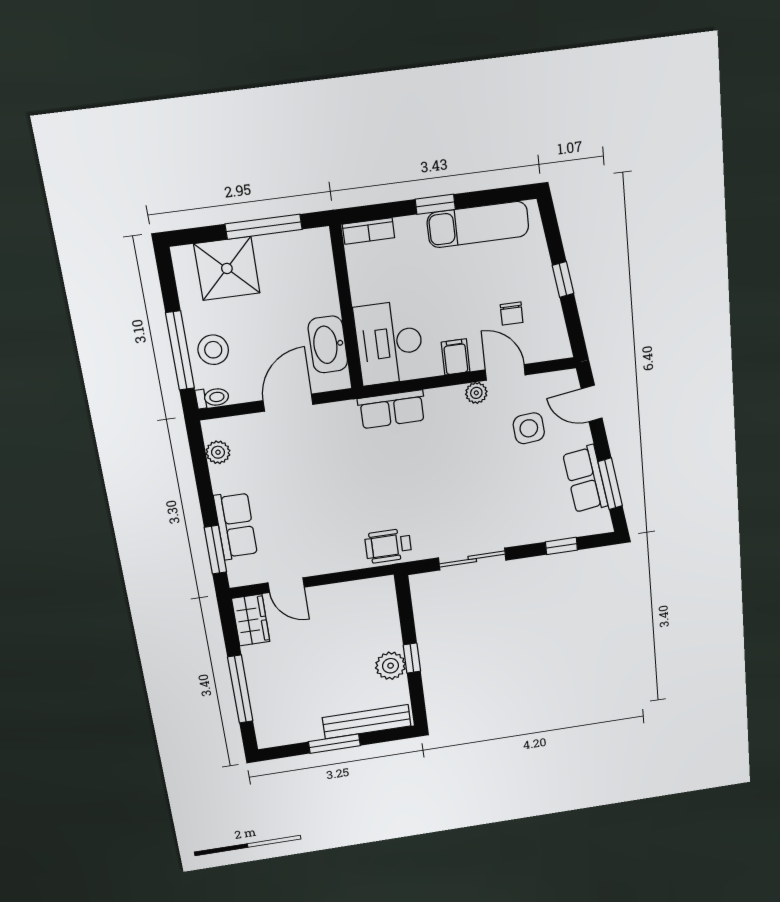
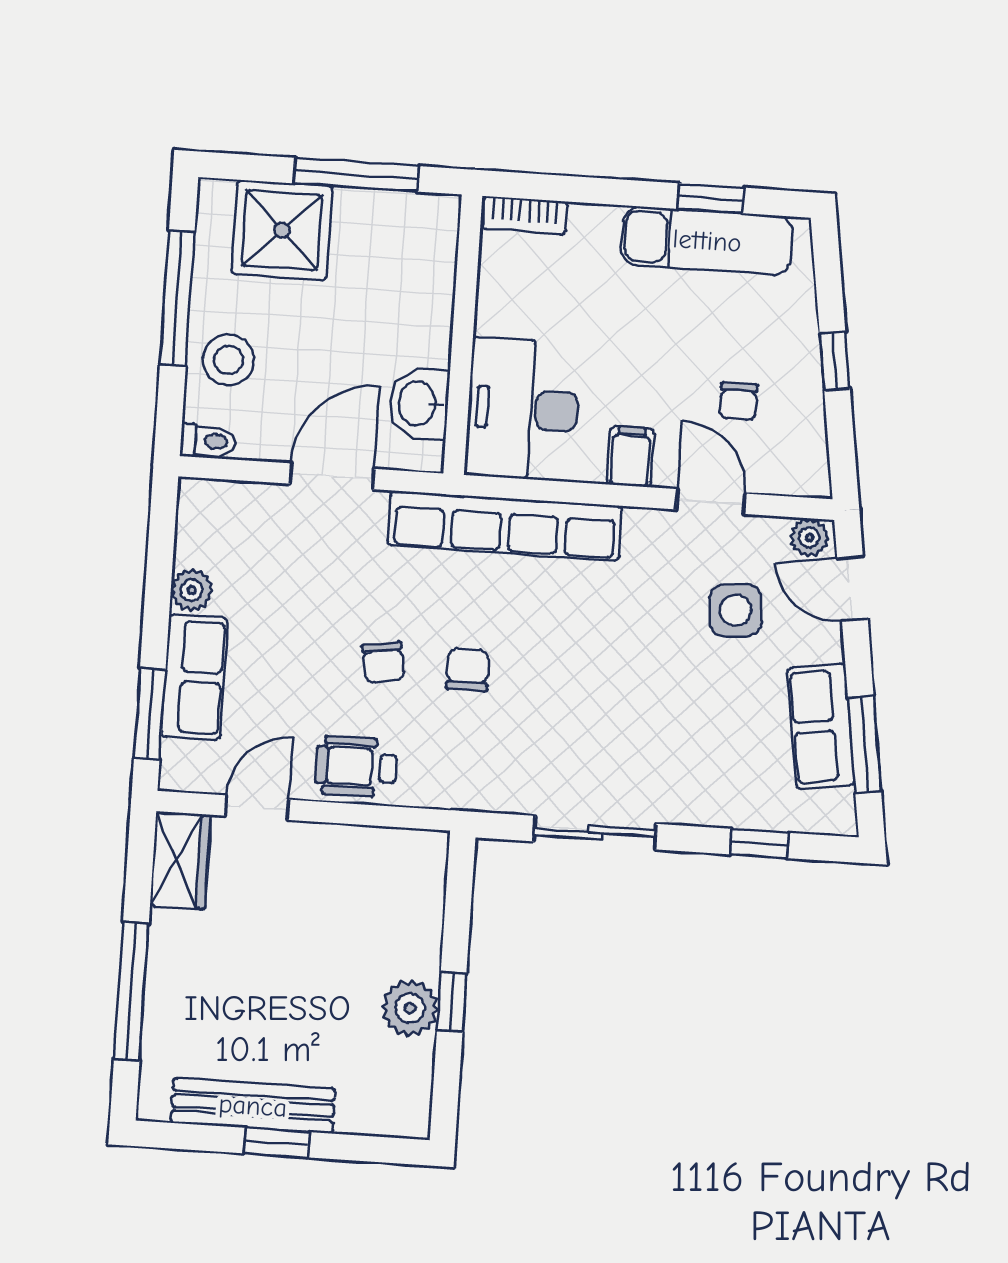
window: (435, 204) -> (711, 198), moved
washbasin: (328, 344) -> (419, 404), width x0.72
window: (180, 351) -> (177, 298), moved
plant: (476, 393) -> (809, 537), moved
row of seats: (392, 409) -> (505, 526), width x2.02
plant: (218, 452) -> (192, 590), moved
chair: (386, 490) -> (468, 670), added
chair: (339, 496) -> (383, 662), added
wheelchair: (388, 546) -> (356, 767), moved
door: (286, 585) -> (257, 808), swing flipped
bench: (367, 722) -> (253, 1106), moved
window: (334, 744) -> (277, 1143), width x0.67

